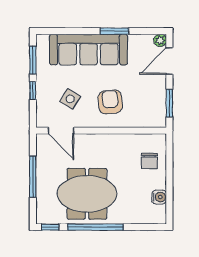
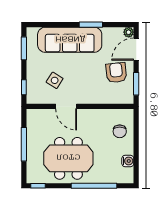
window: (33, 91) -> (24, 87), moved
armchair: (110, 102) -> (116, 73), moved
door: (61, 131) -> (66, 106), moved
window: (95, 227) -> (94, 186), moved

